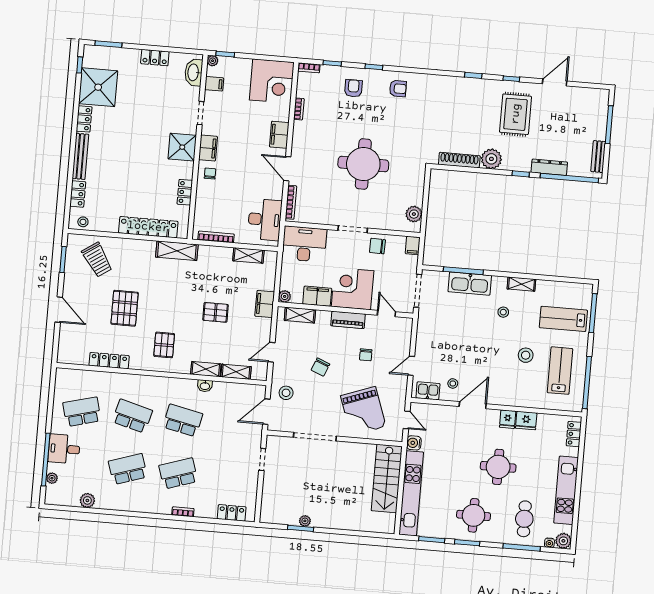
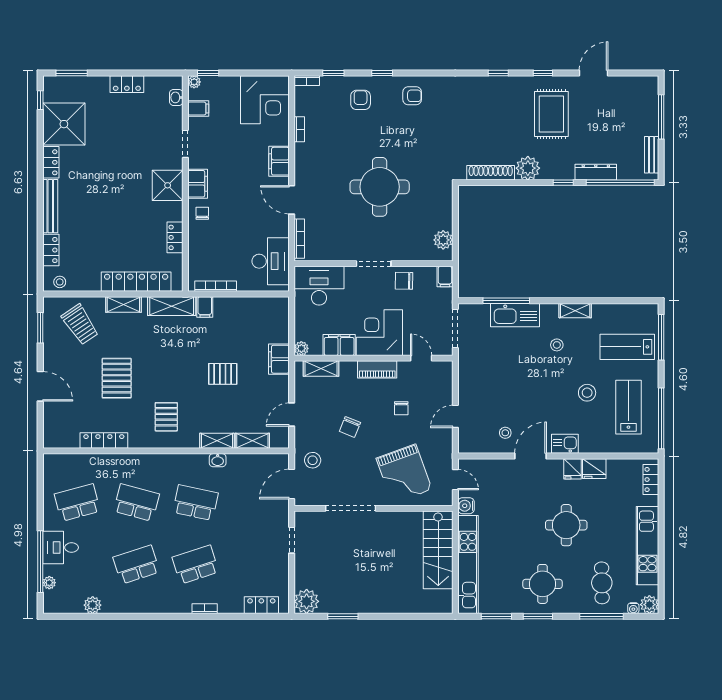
washbasin: (194, 72) -> (176, 97), width x0.52, depth x0.69
filing cabinet: (205, 254) -> (205, 307), added
shelving: (248, 255) -> (123, 304), moved
kitchen sink: (428, 391) -> (565, 444), moved
plant: (305, 521) -> (307, 601), moved, width x1.88, depth x1.88

